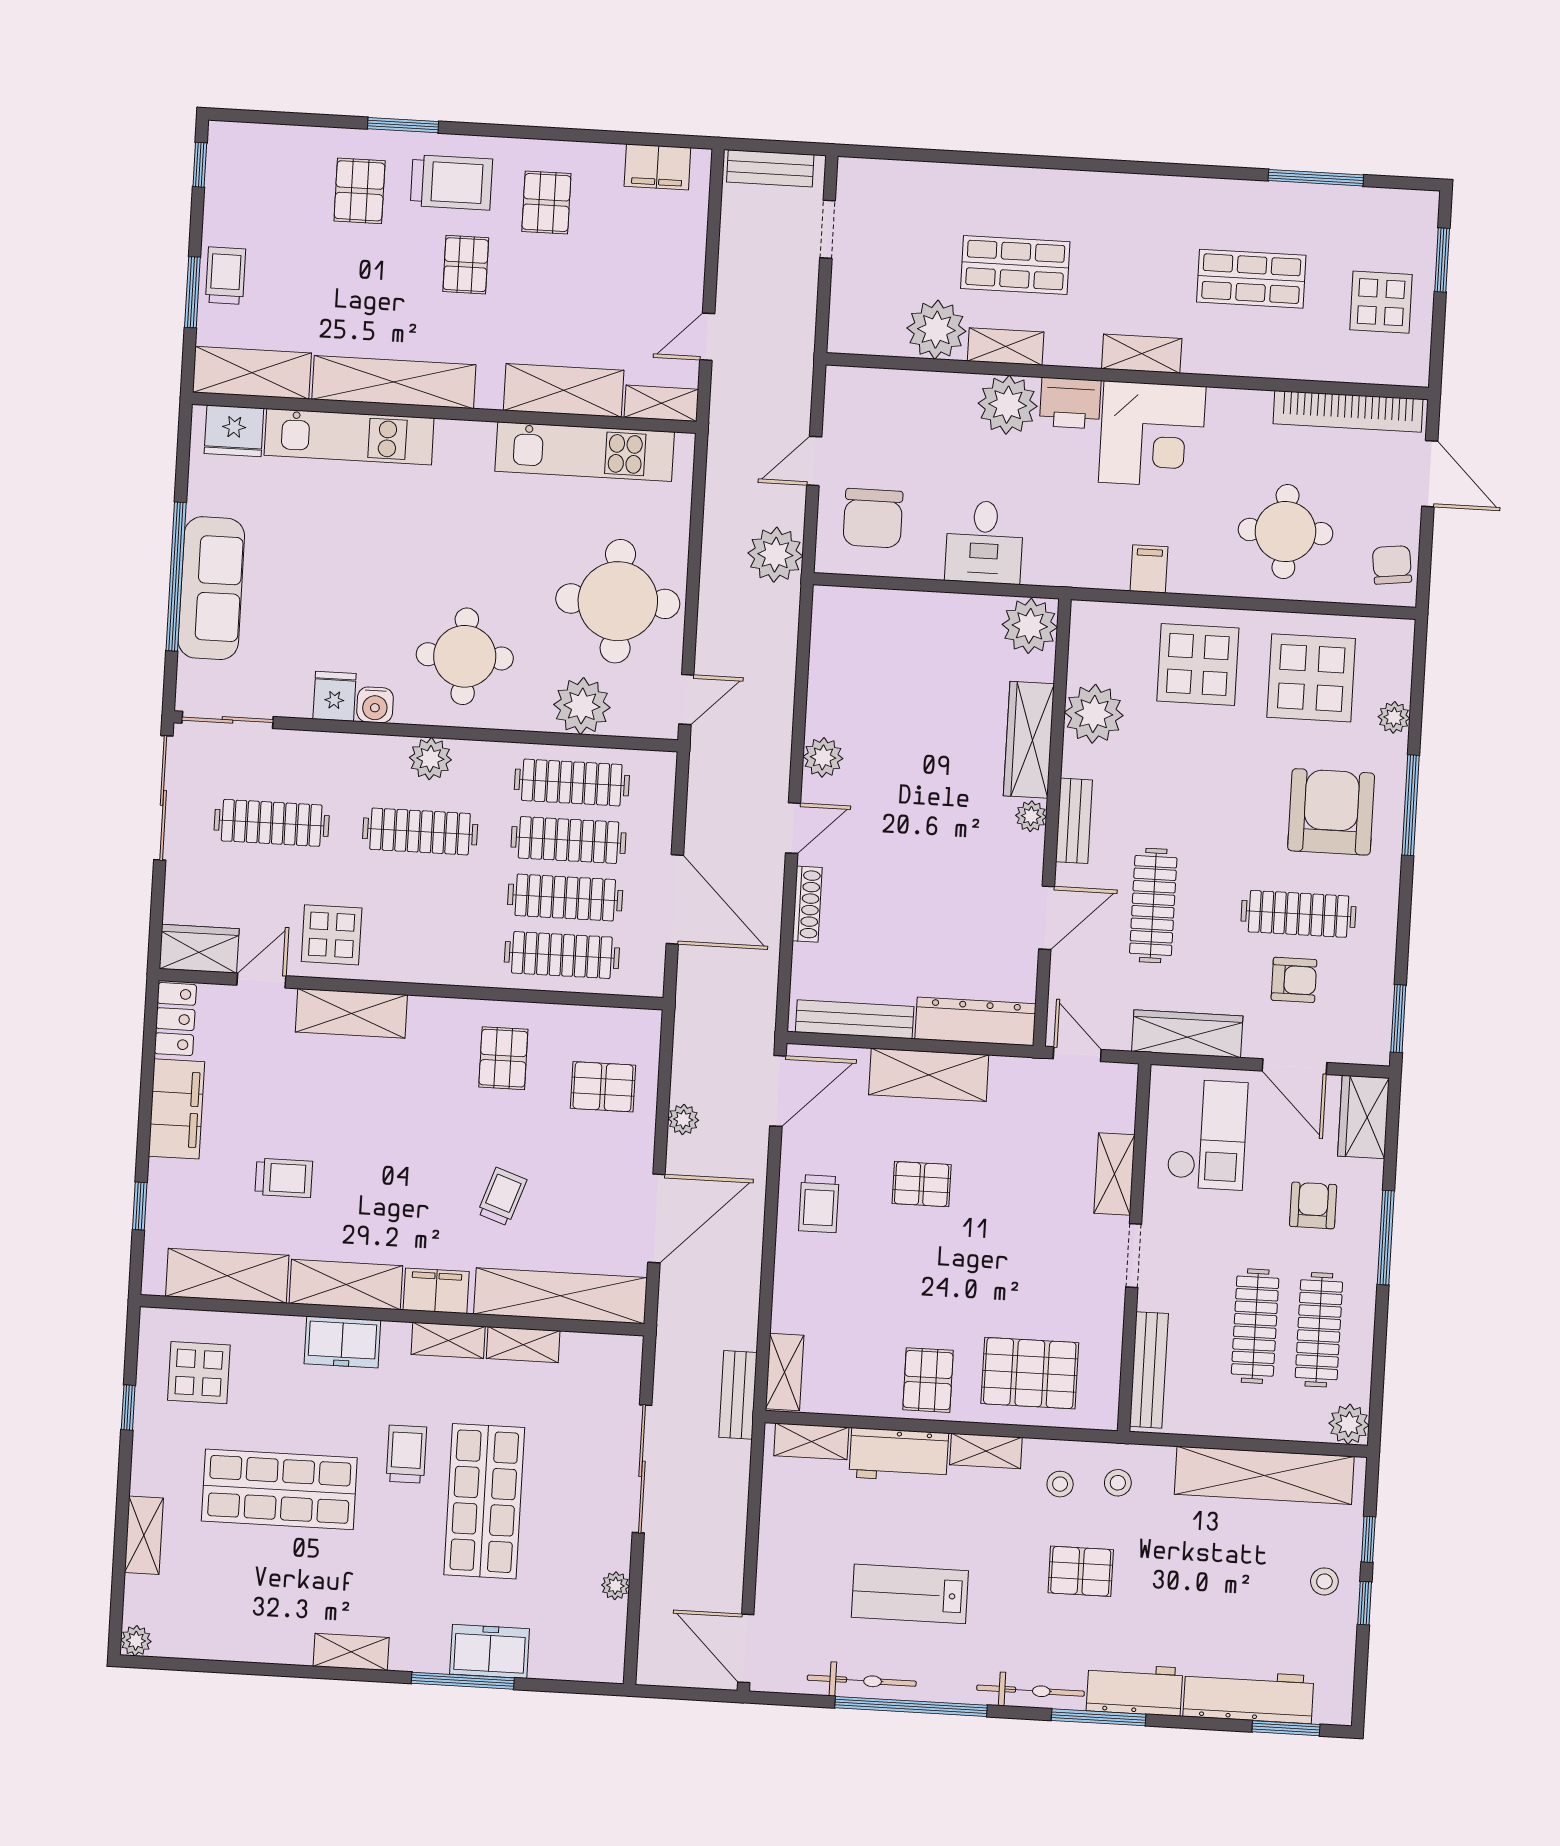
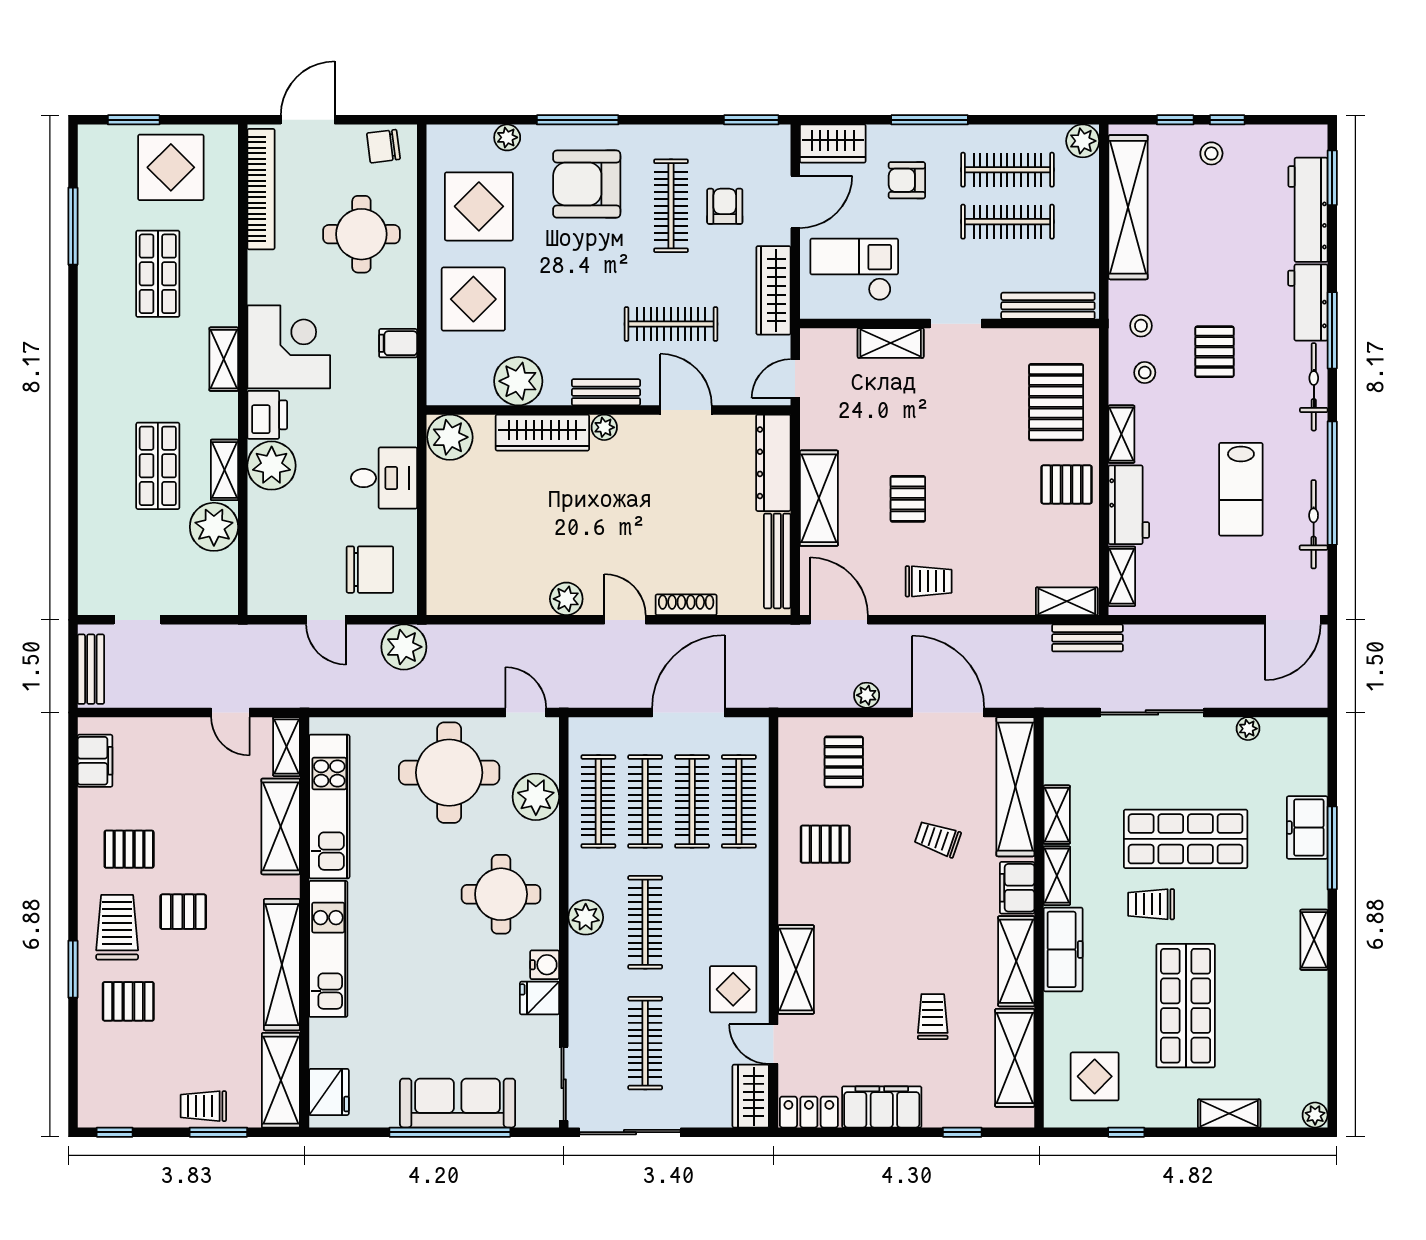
display table: (1381, 302) -> (171, 167), width x1.36, depth x1.36
kitchen unit: (349, 437) -> (328, 949), moved
freezer: (342, 1342) -> (1063, 949), width x1.40

